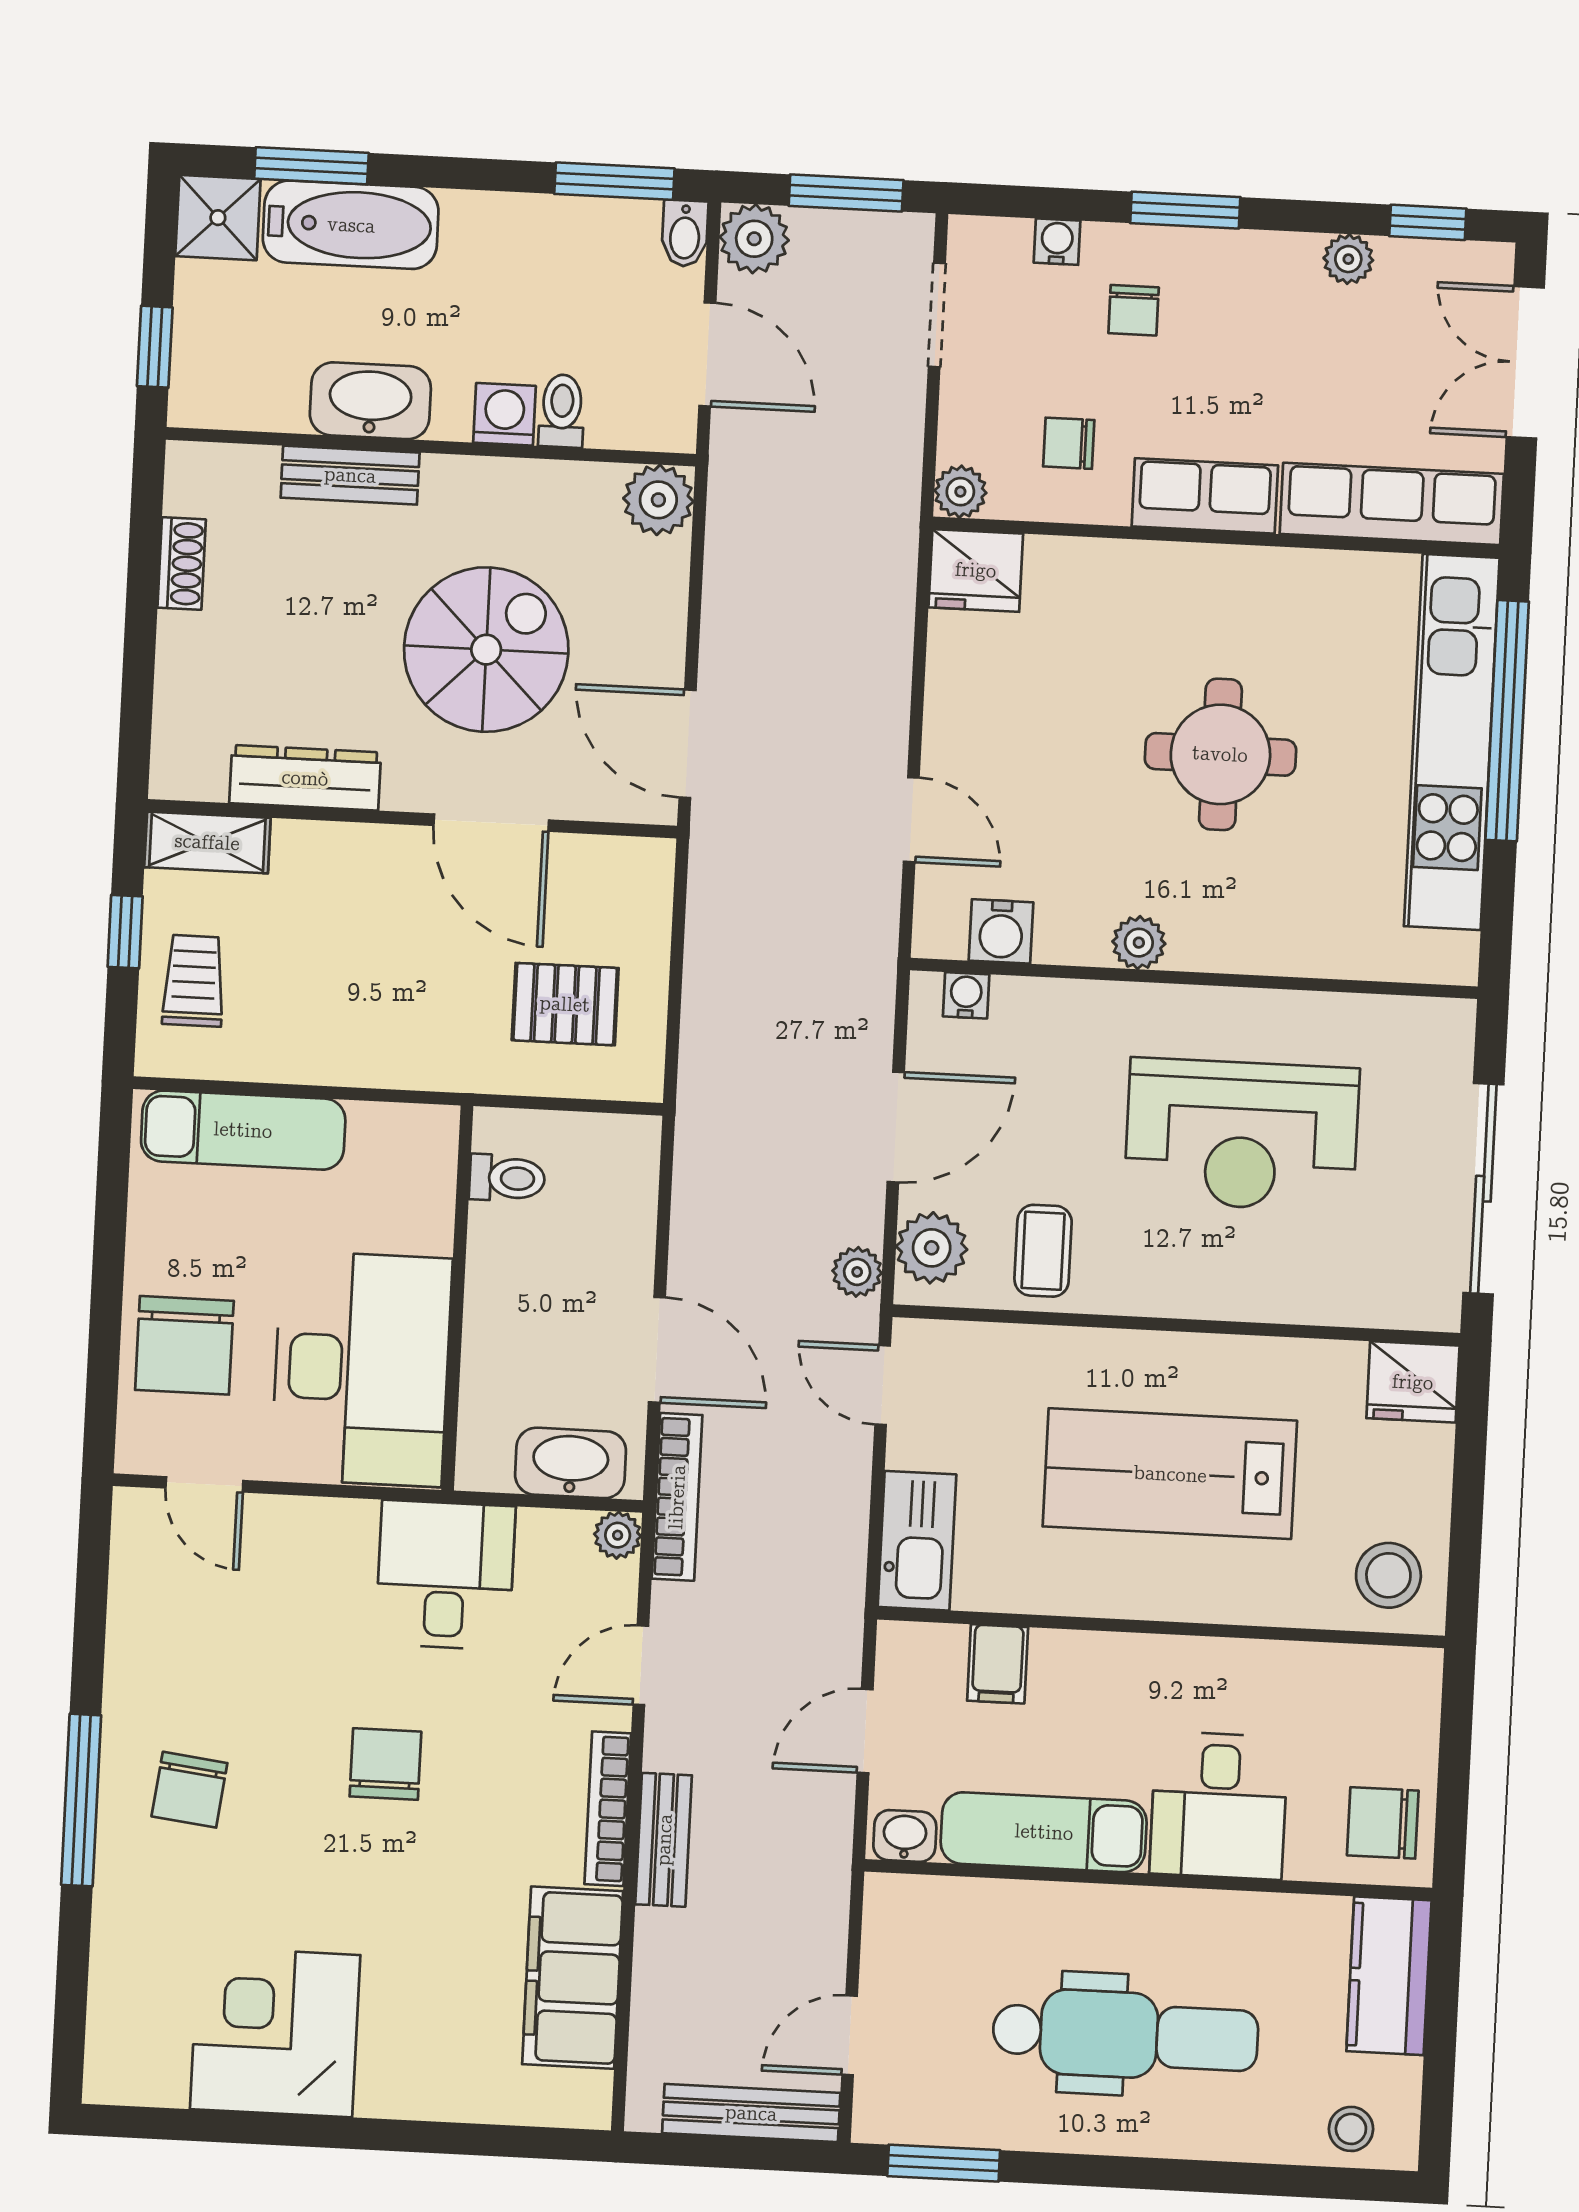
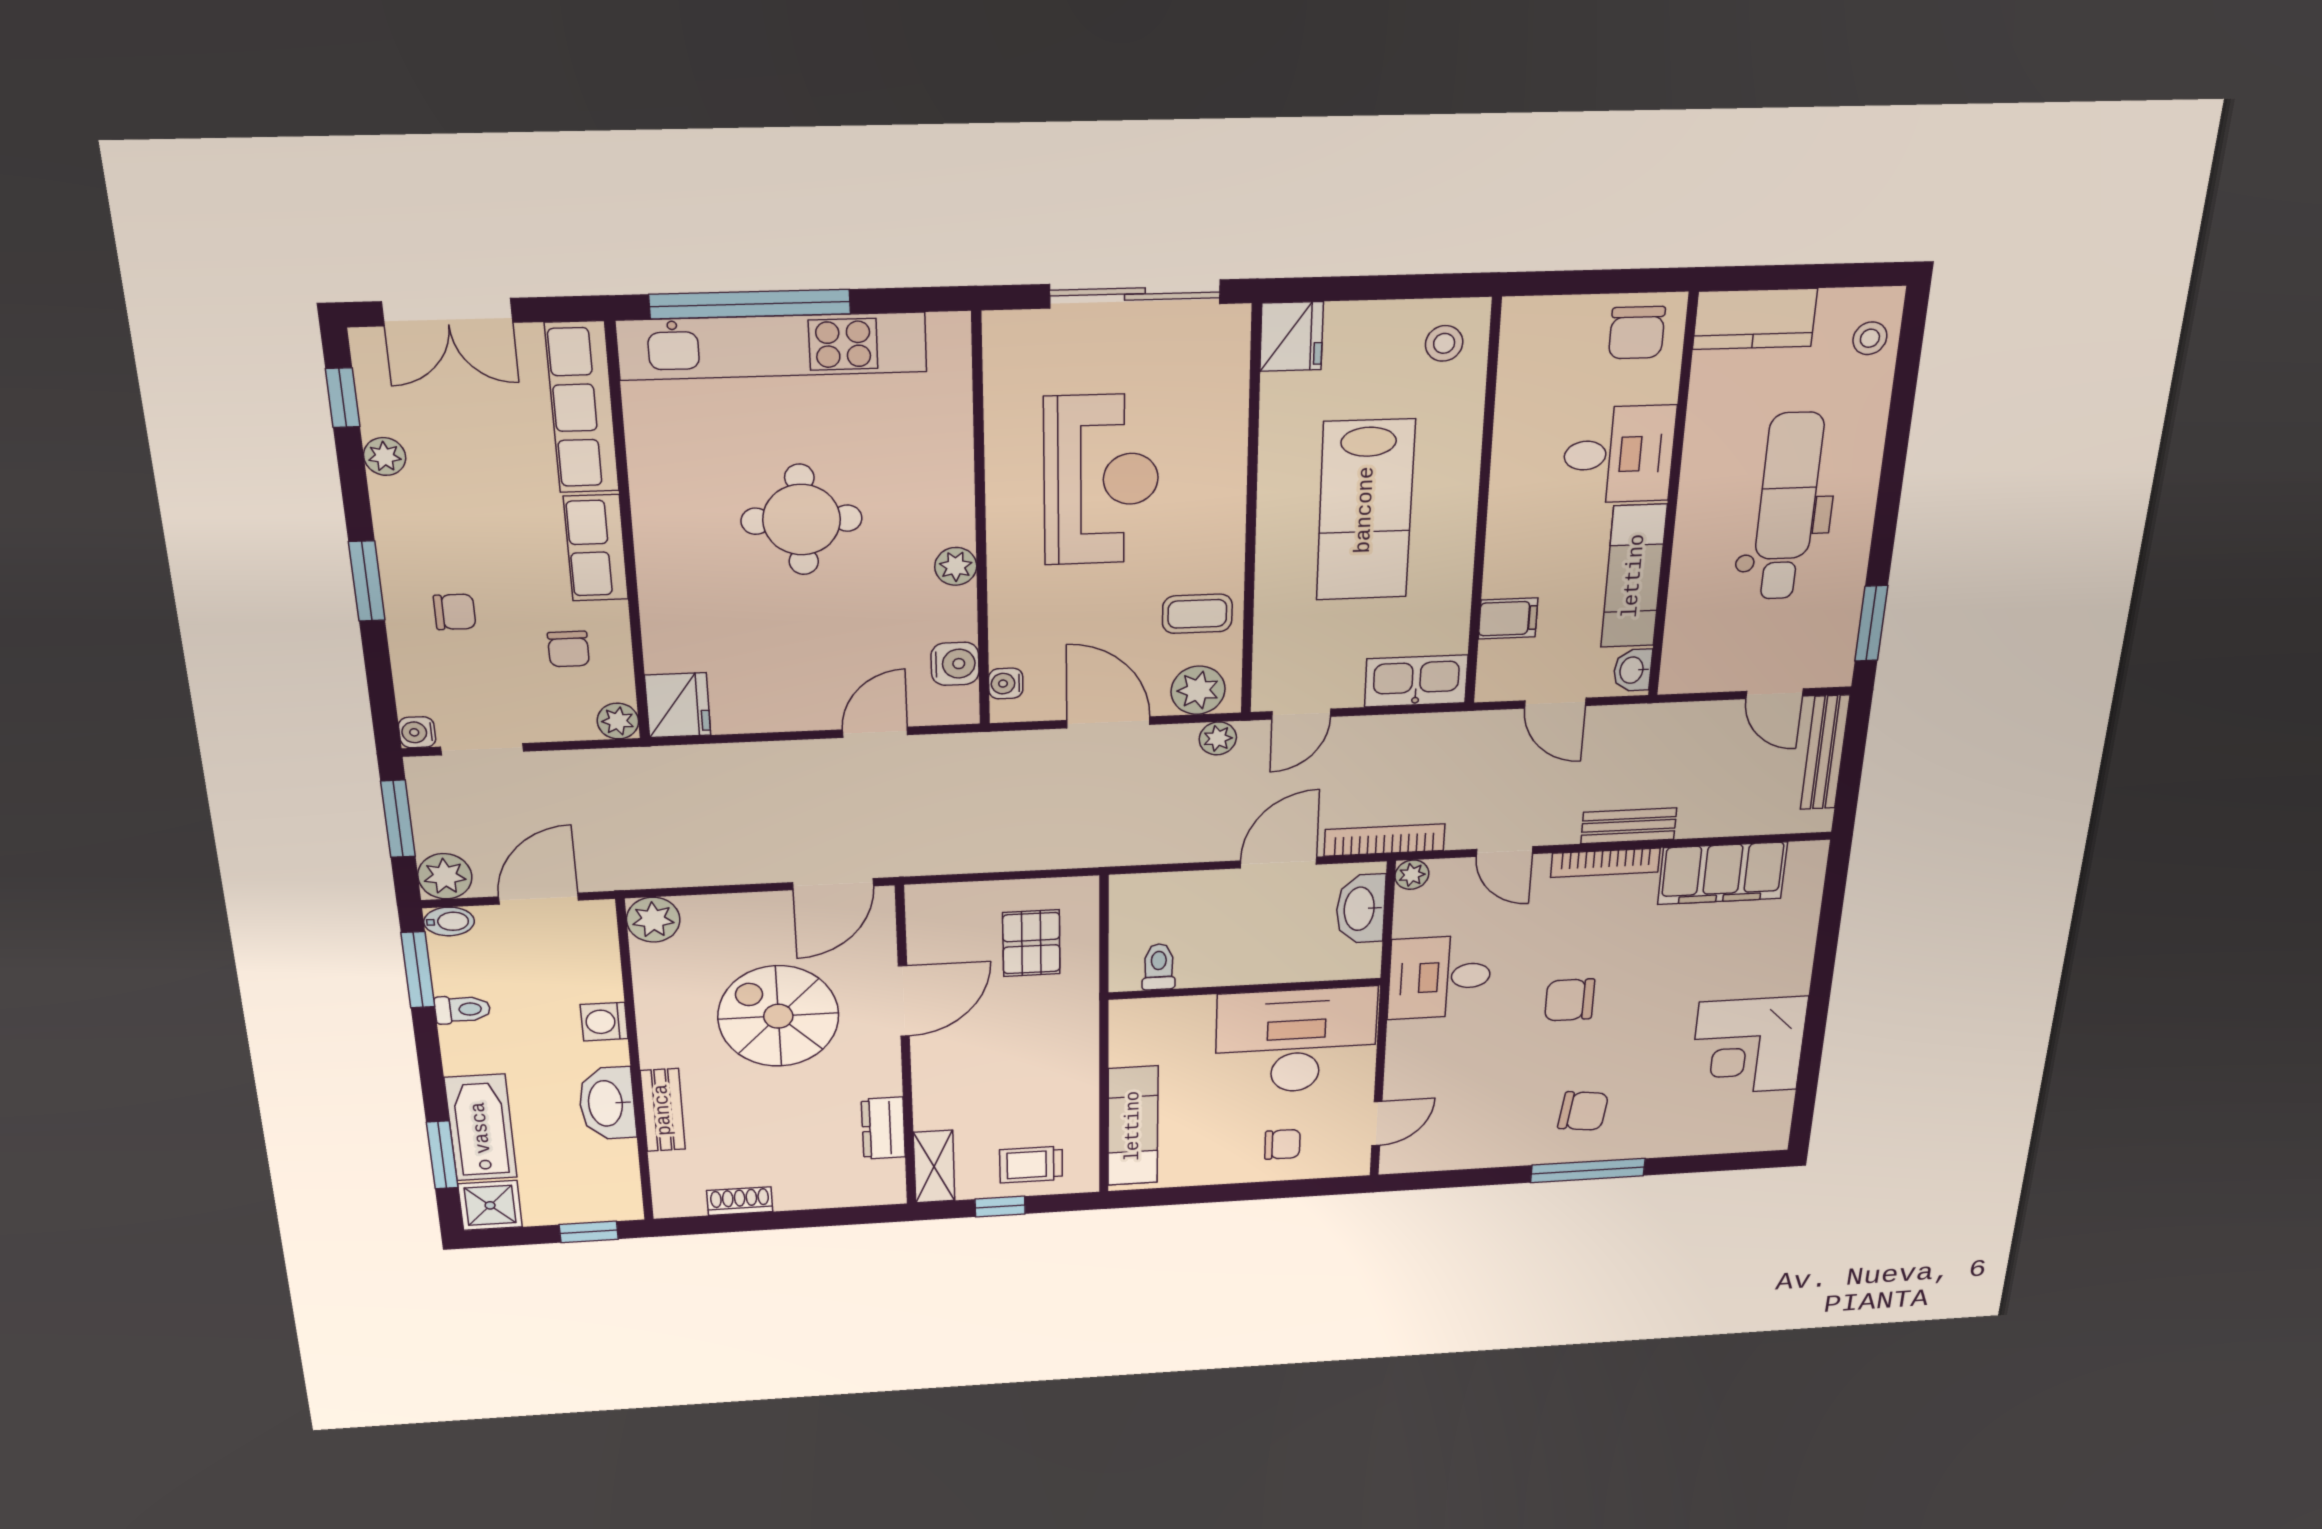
water cooler: (1057, 242) -> (417, 732), moved
toilet: (562, 411) -> (463, 1009), moved, turned 180
dresser: (305, 778) -> (883, 1128), width x0.70
chair: (184, 1345) -> (1282, 1144), width x0.54, depth x0.54
stool: (1388, 1575) -> (1444, 343), width x0.73, depth x0.73

